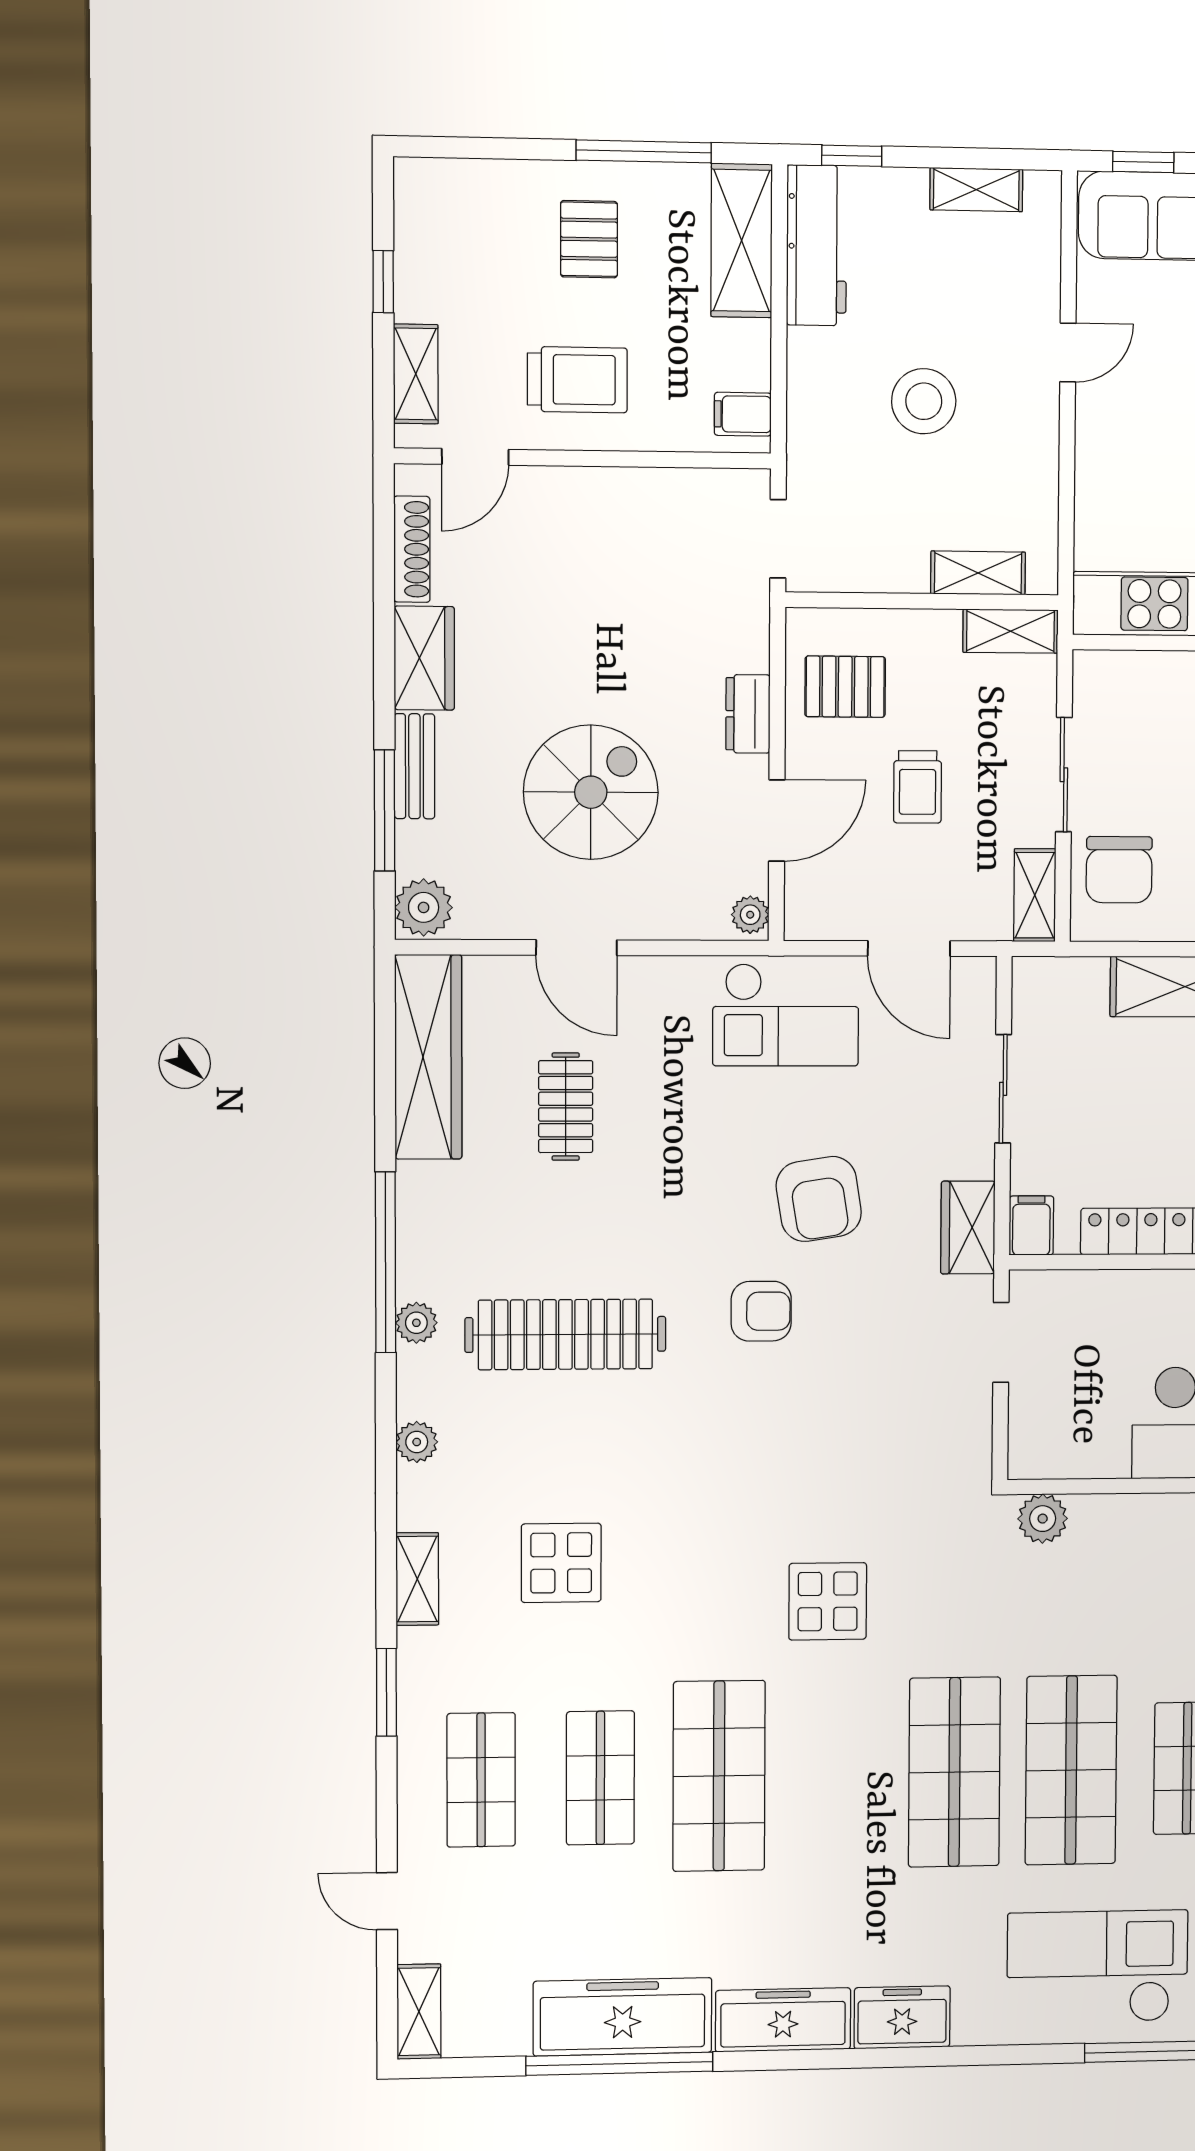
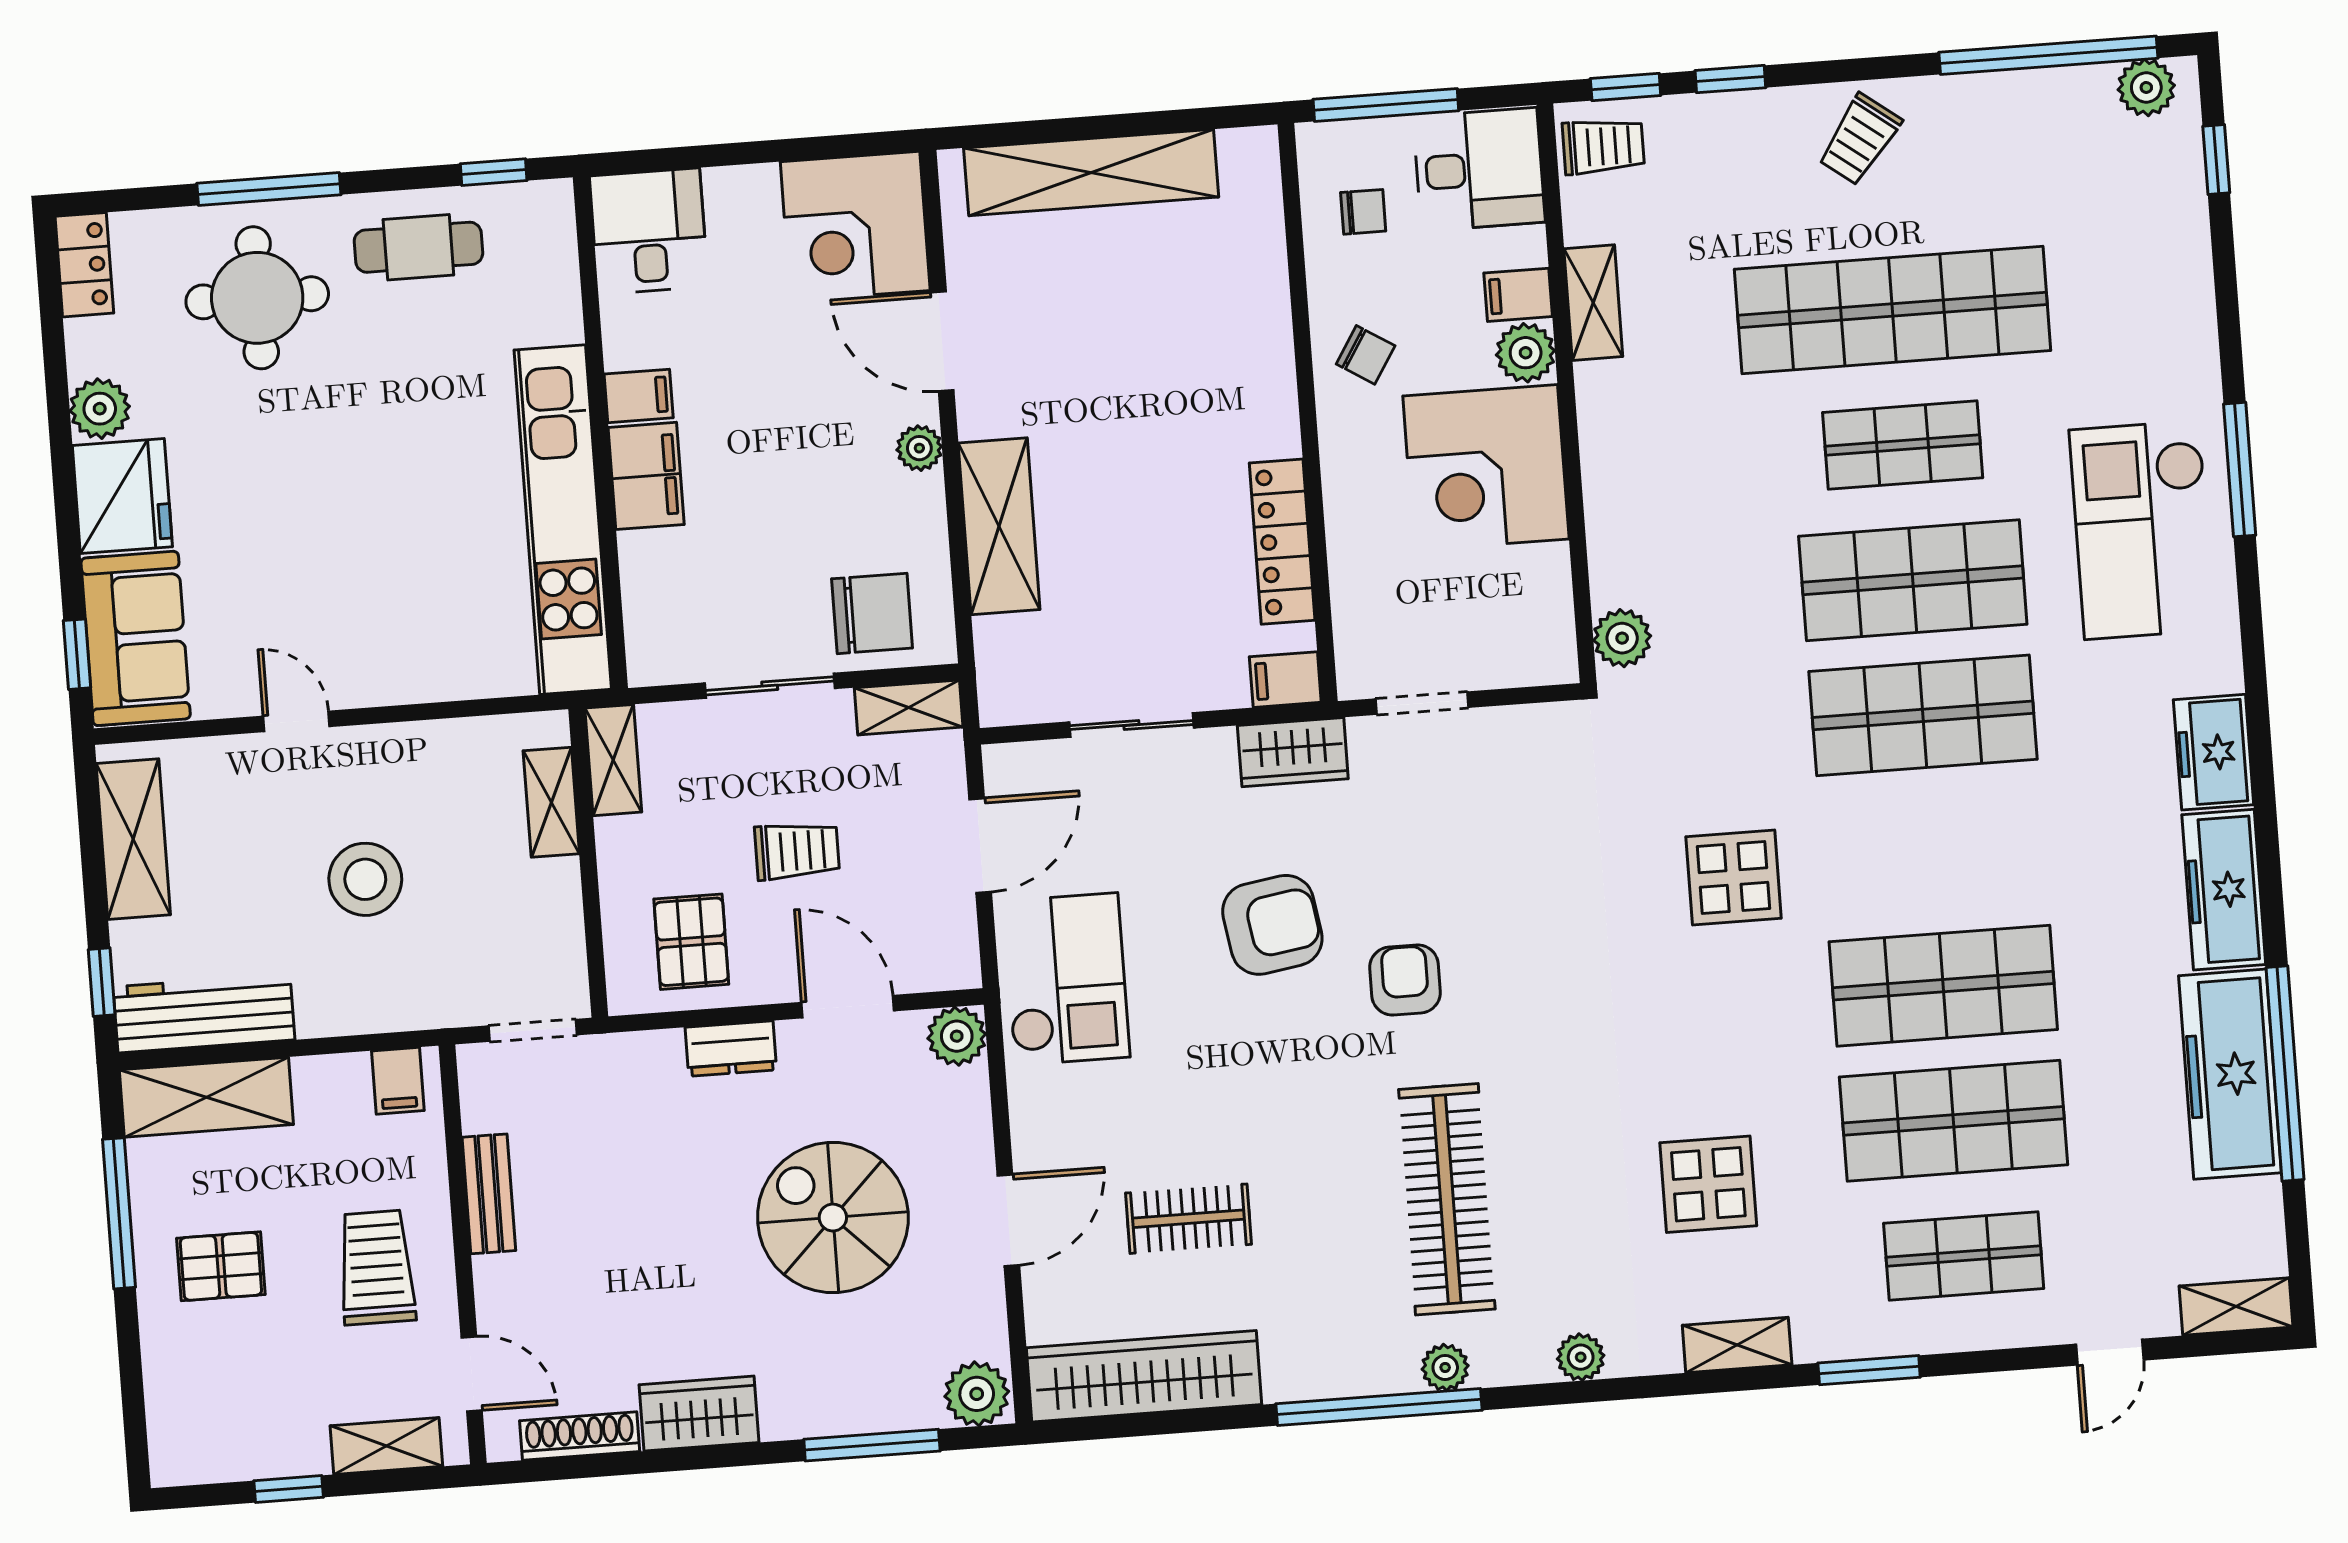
shelving: (976, 190) -> (133, 839), width x1.50, depth x1.33
bench: (414, 766) -> (489, 1194), moved, turned 90
plant: (750, 915) -> (957, 1036), width x1.38, depth x1.38
shop shelf: (600, 1778) -> (1953, 1121), width x1.43, depth x1.36

